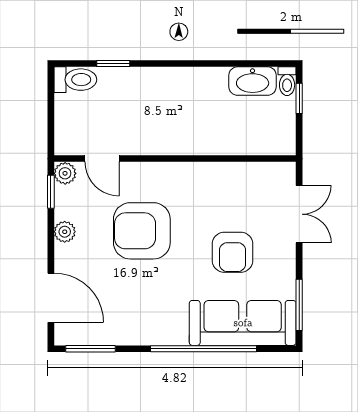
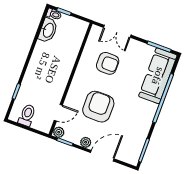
toilet: (75, 80) -> (27, 115), moved
double door: (299, 214) -> (117, 31), swing flipped
armchair: (142, 231) -> (98, 107), turned 180
armchair: (233, 252) -> (108, 63), moved
door: (51, 298) -> (102, 156), moved

